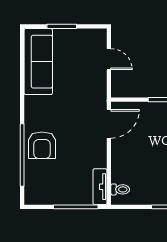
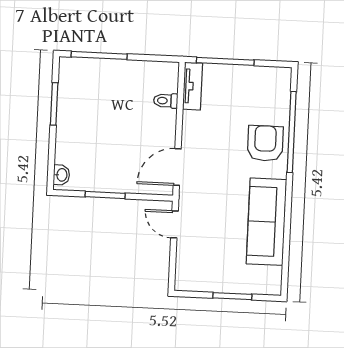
door: (109, 59) -> (174, 224), moved
sofa: (38, 62) -> (266, 222), moved
toilet: (120, 189) -> (166, 101), moved

